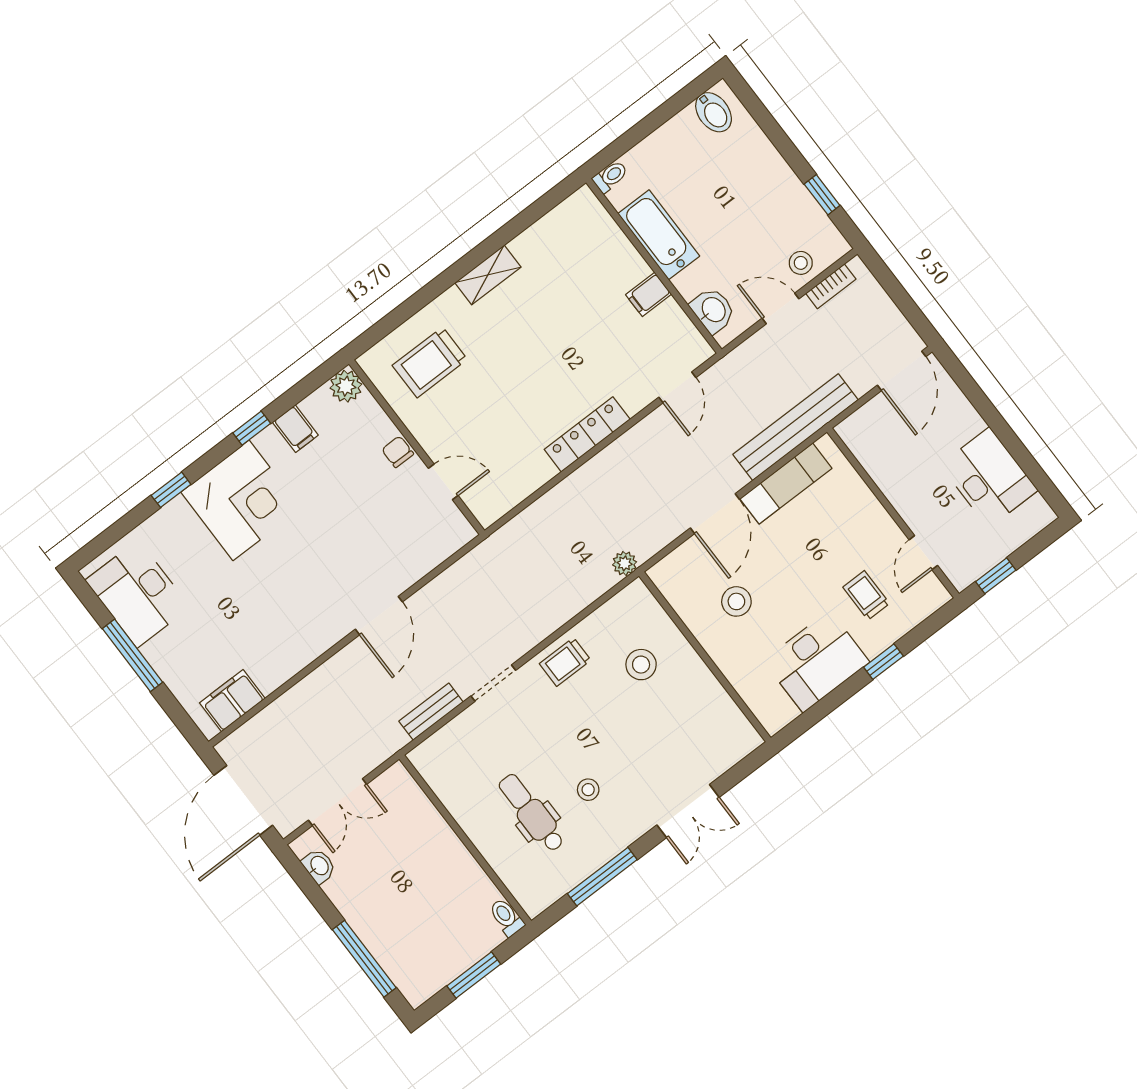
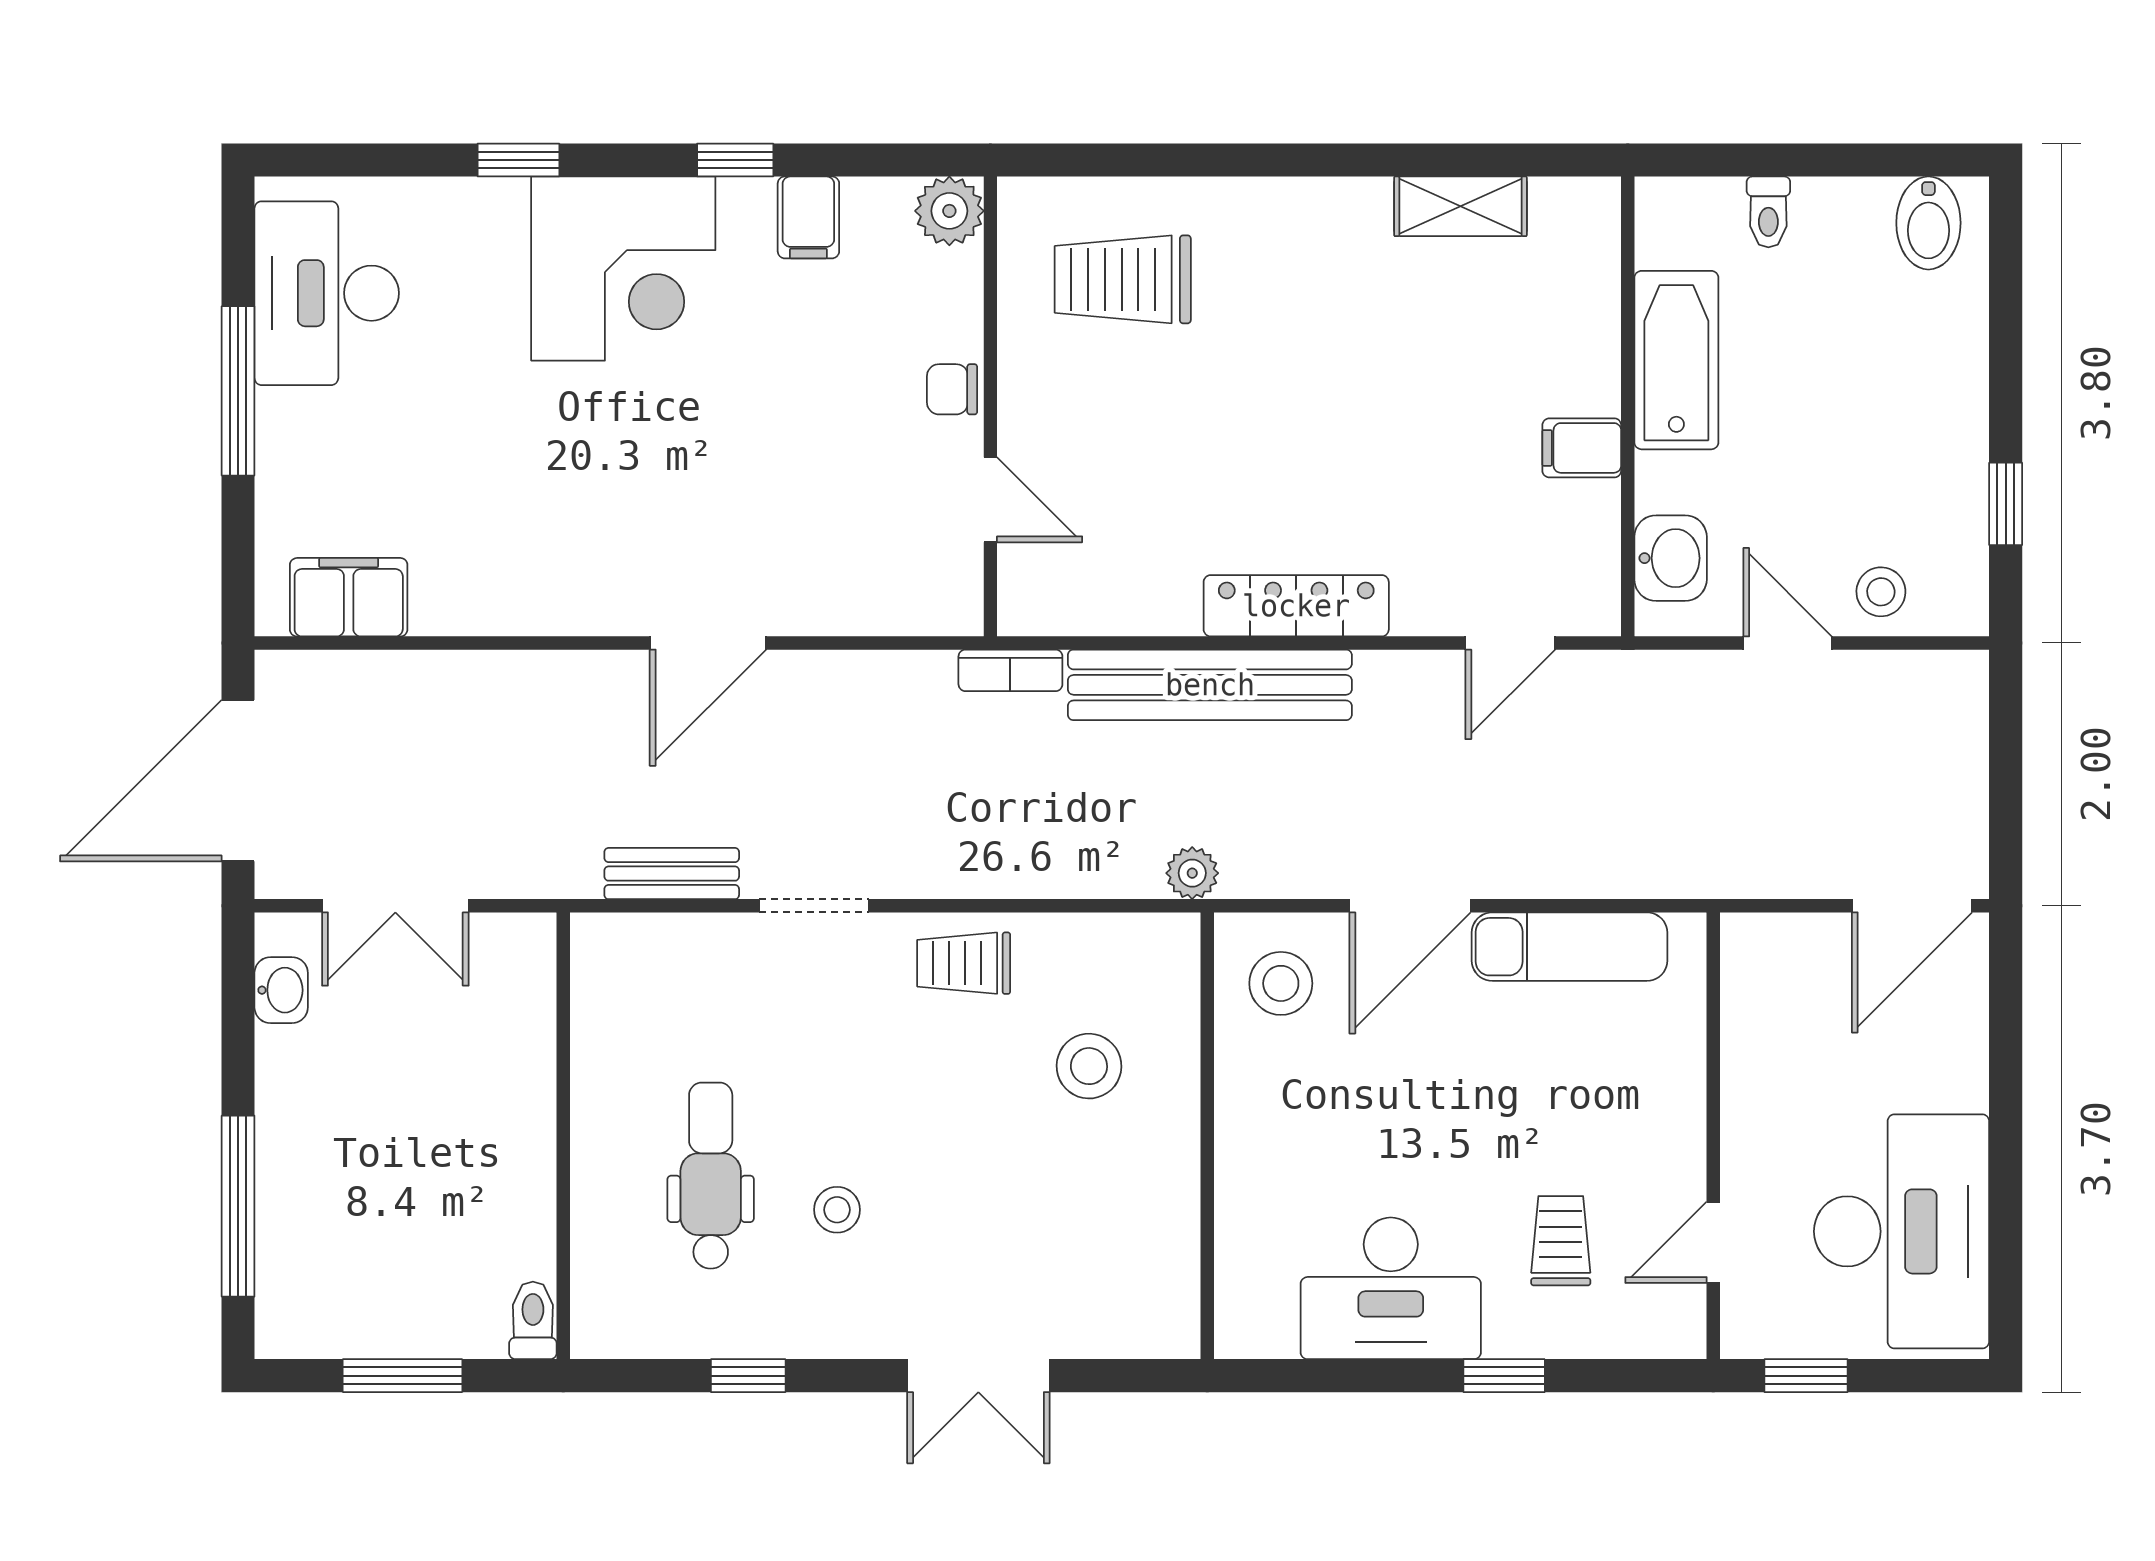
toilet: (610, 177) -> (1768, 212), moved, turned 90
shelving: (488, 275) -> (1460, 206), moved
bookcase: (831, 286) -> (1010, 670), moved
bench: (796, 427) -> (1210, 685), moved
chair: (398, 452) -> (952, 389), turned -90
desk: (989, 478) -> (1902, 1231), width x1.36, depth x1.30
stool: (736, 601) -> (1281, 983), moved
window: (602, 877) -> (748, 1376), width x0.46

